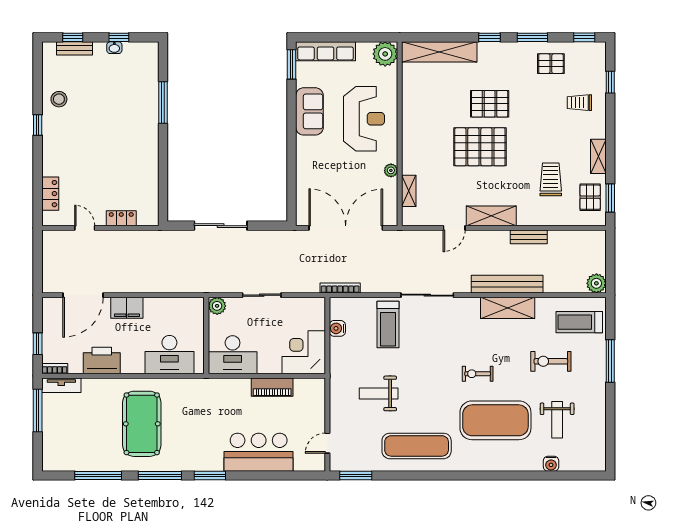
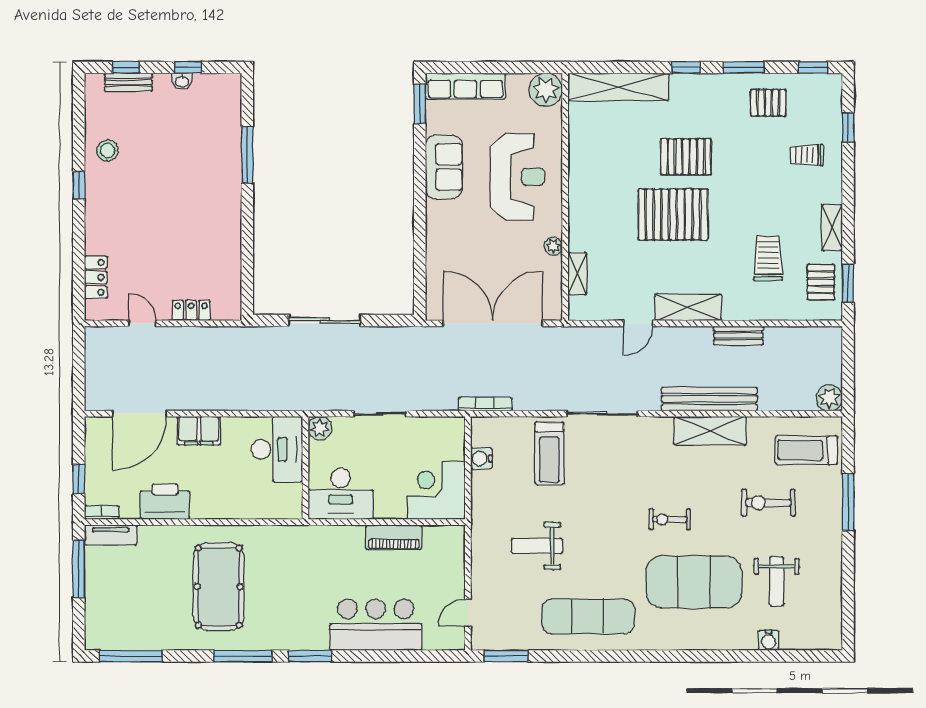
desk: (169, 355) -> (277, 449), moved, turned -90
window: (98, 475) -> (131, 656), moved

